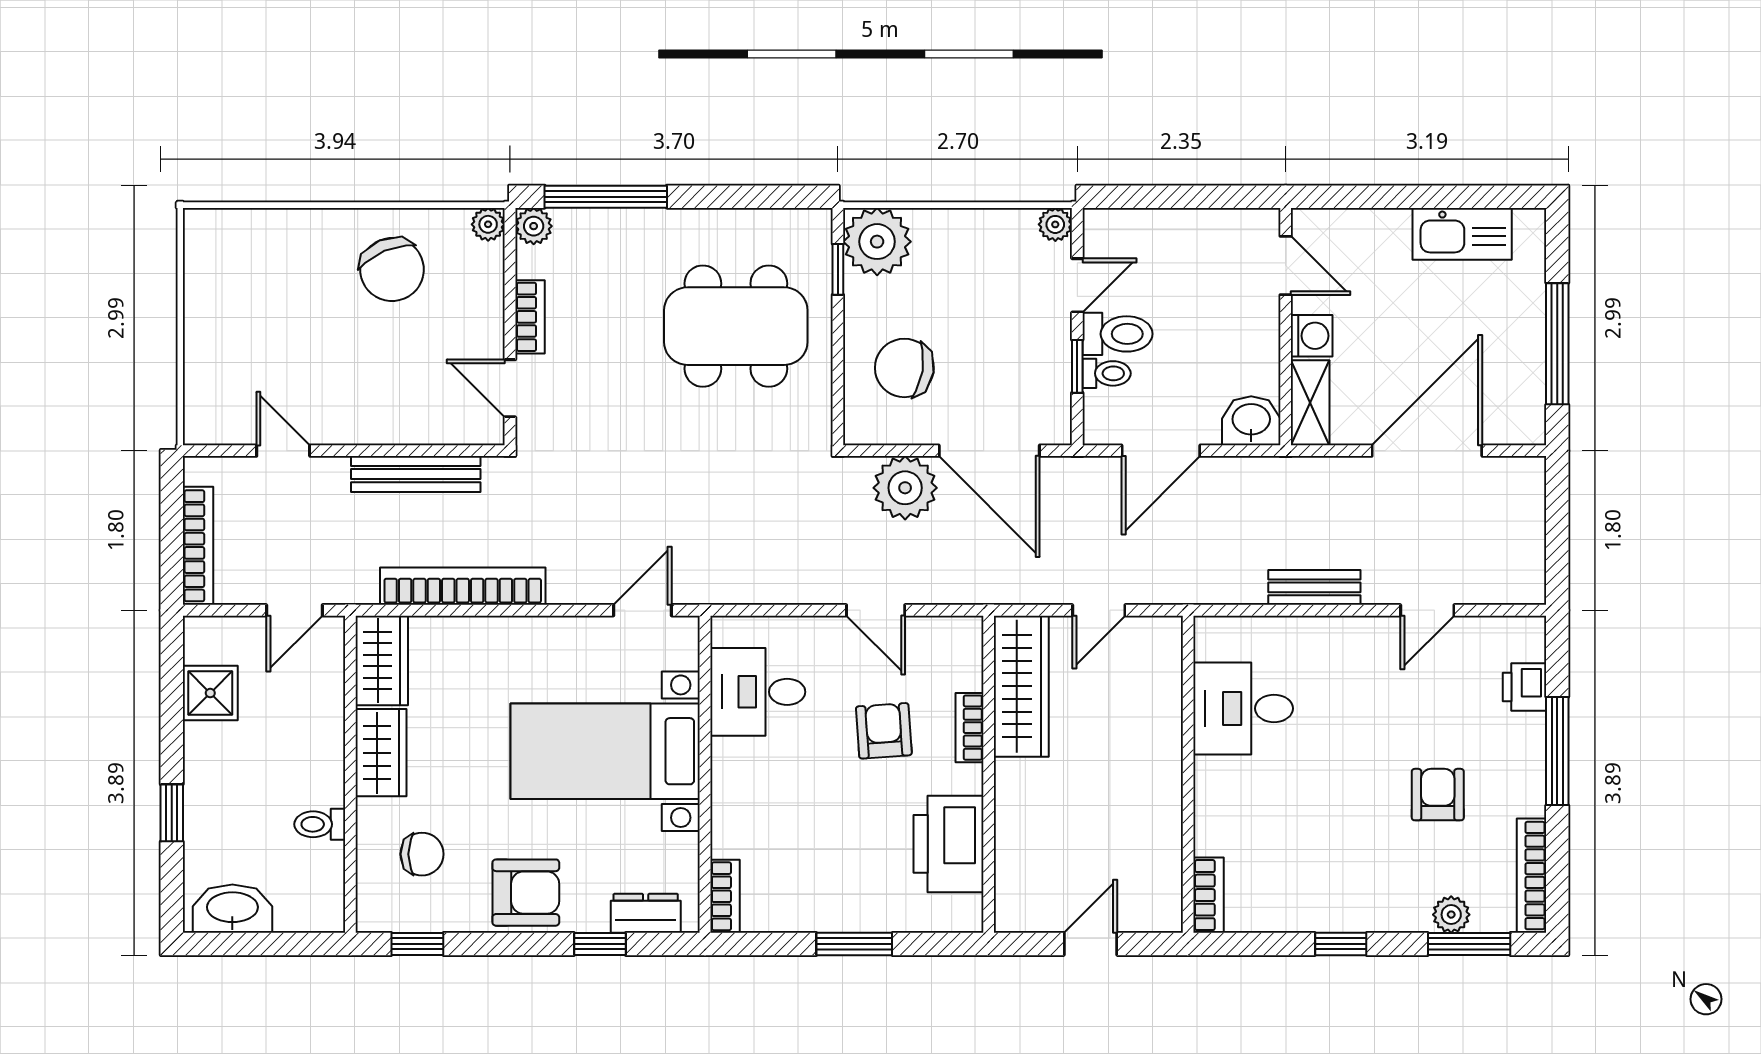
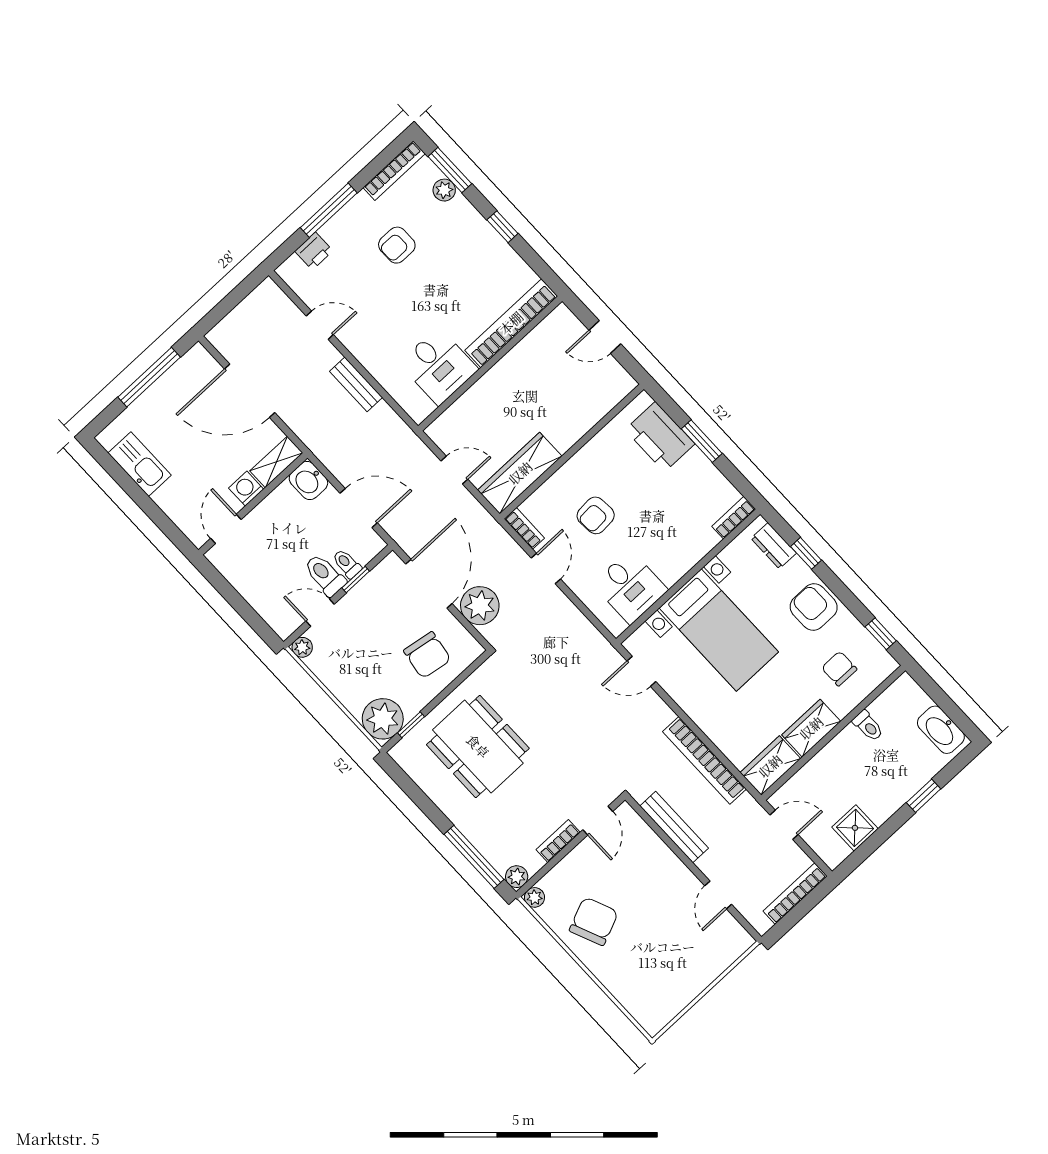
bookcase: (969, 728) -> (524, 528), moved, turned -90
printer: (949, 844) -> (660, 437), moved, turned 90
bookcase: (1209, 895) -> (511, 323), width x2.31, depth x1.31

